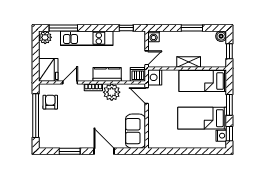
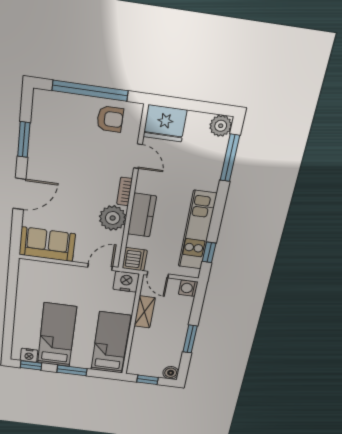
kitchen unit: (87, 38) -> (197, 230), moved
shelving: (189, 62) -> (145, 312), moved

